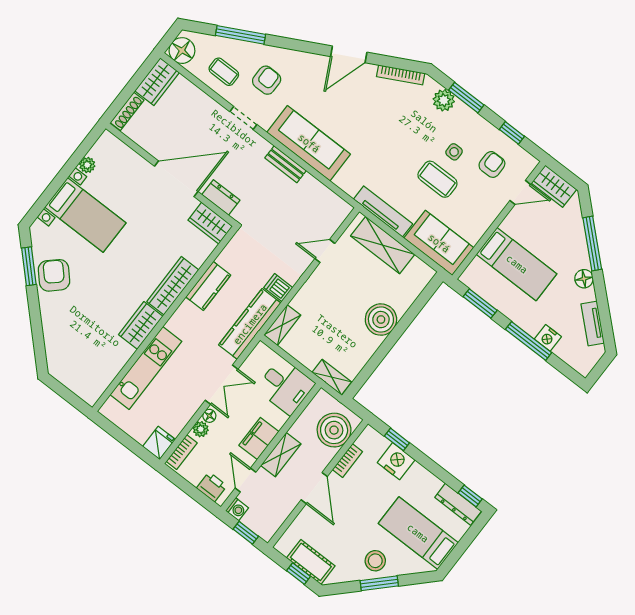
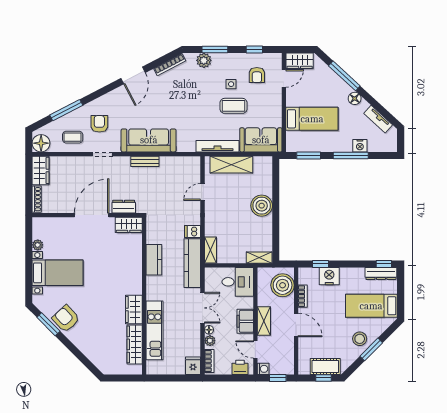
armchair: (492, 164) -> (257, 75), turned 180
wardrobe: (173, 286) -> (135, 344), moved

